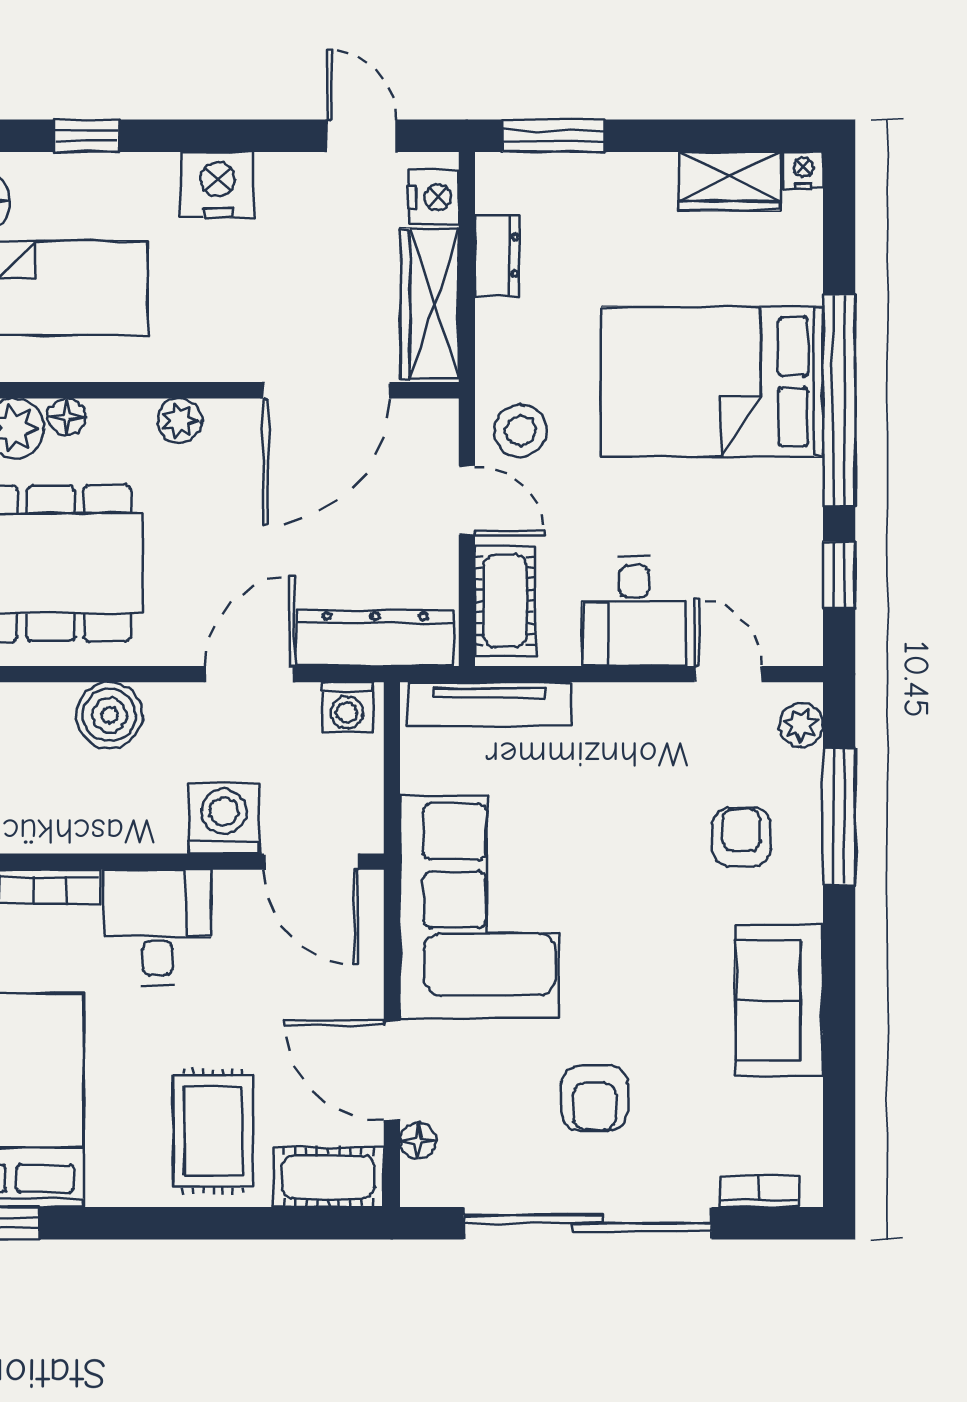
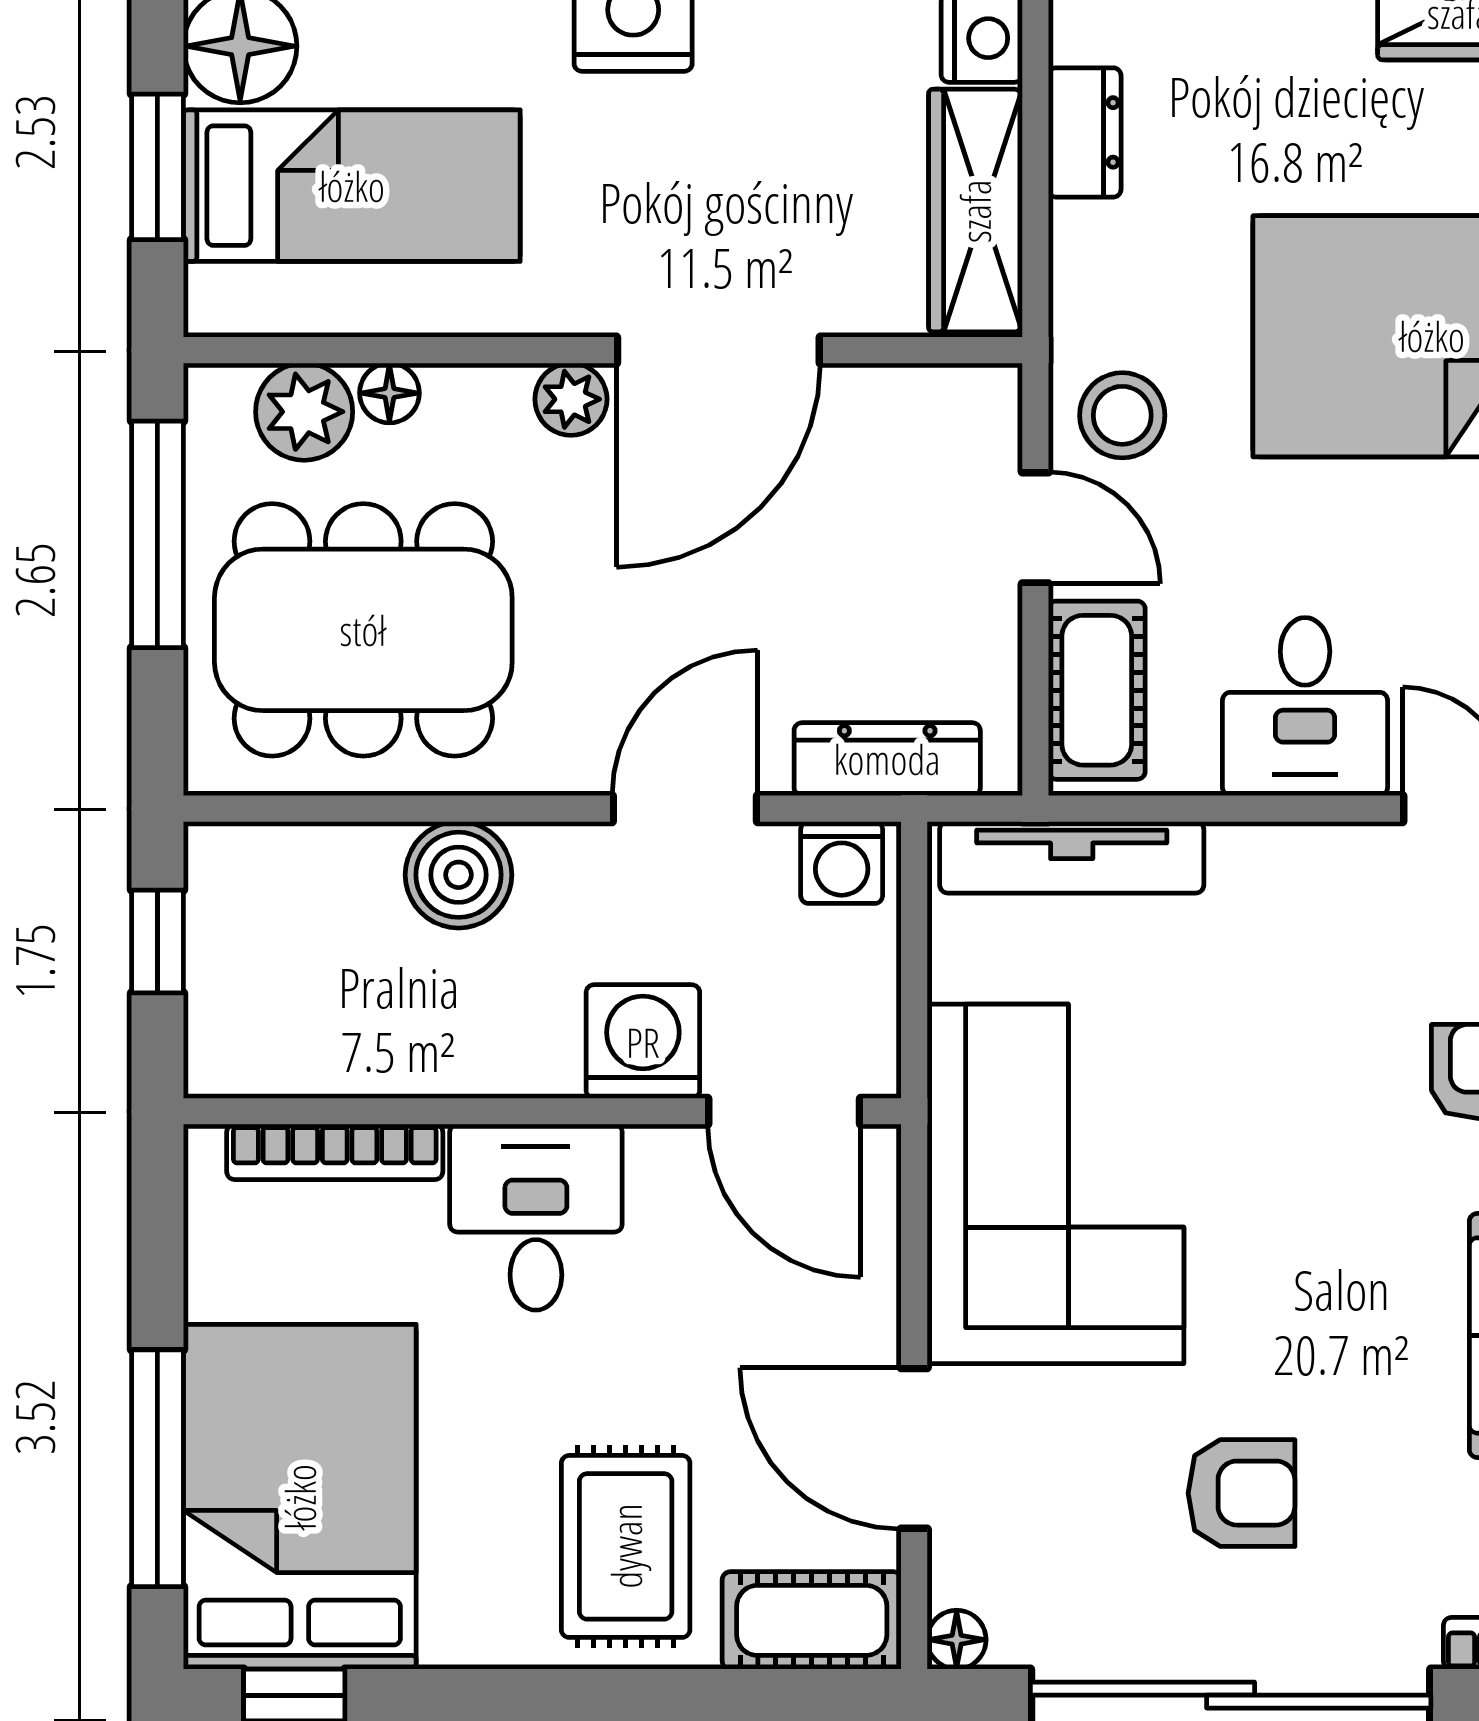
door: (326, 390) -> (718, 350), moved
dresser: (375, 638) -> (887, 759), width x0.73, depth x0.80
armchair: (595, 1098) -> (1241, 1493), turned -90
floor lamp: (418, 1141) -> (957, 1640), moved

